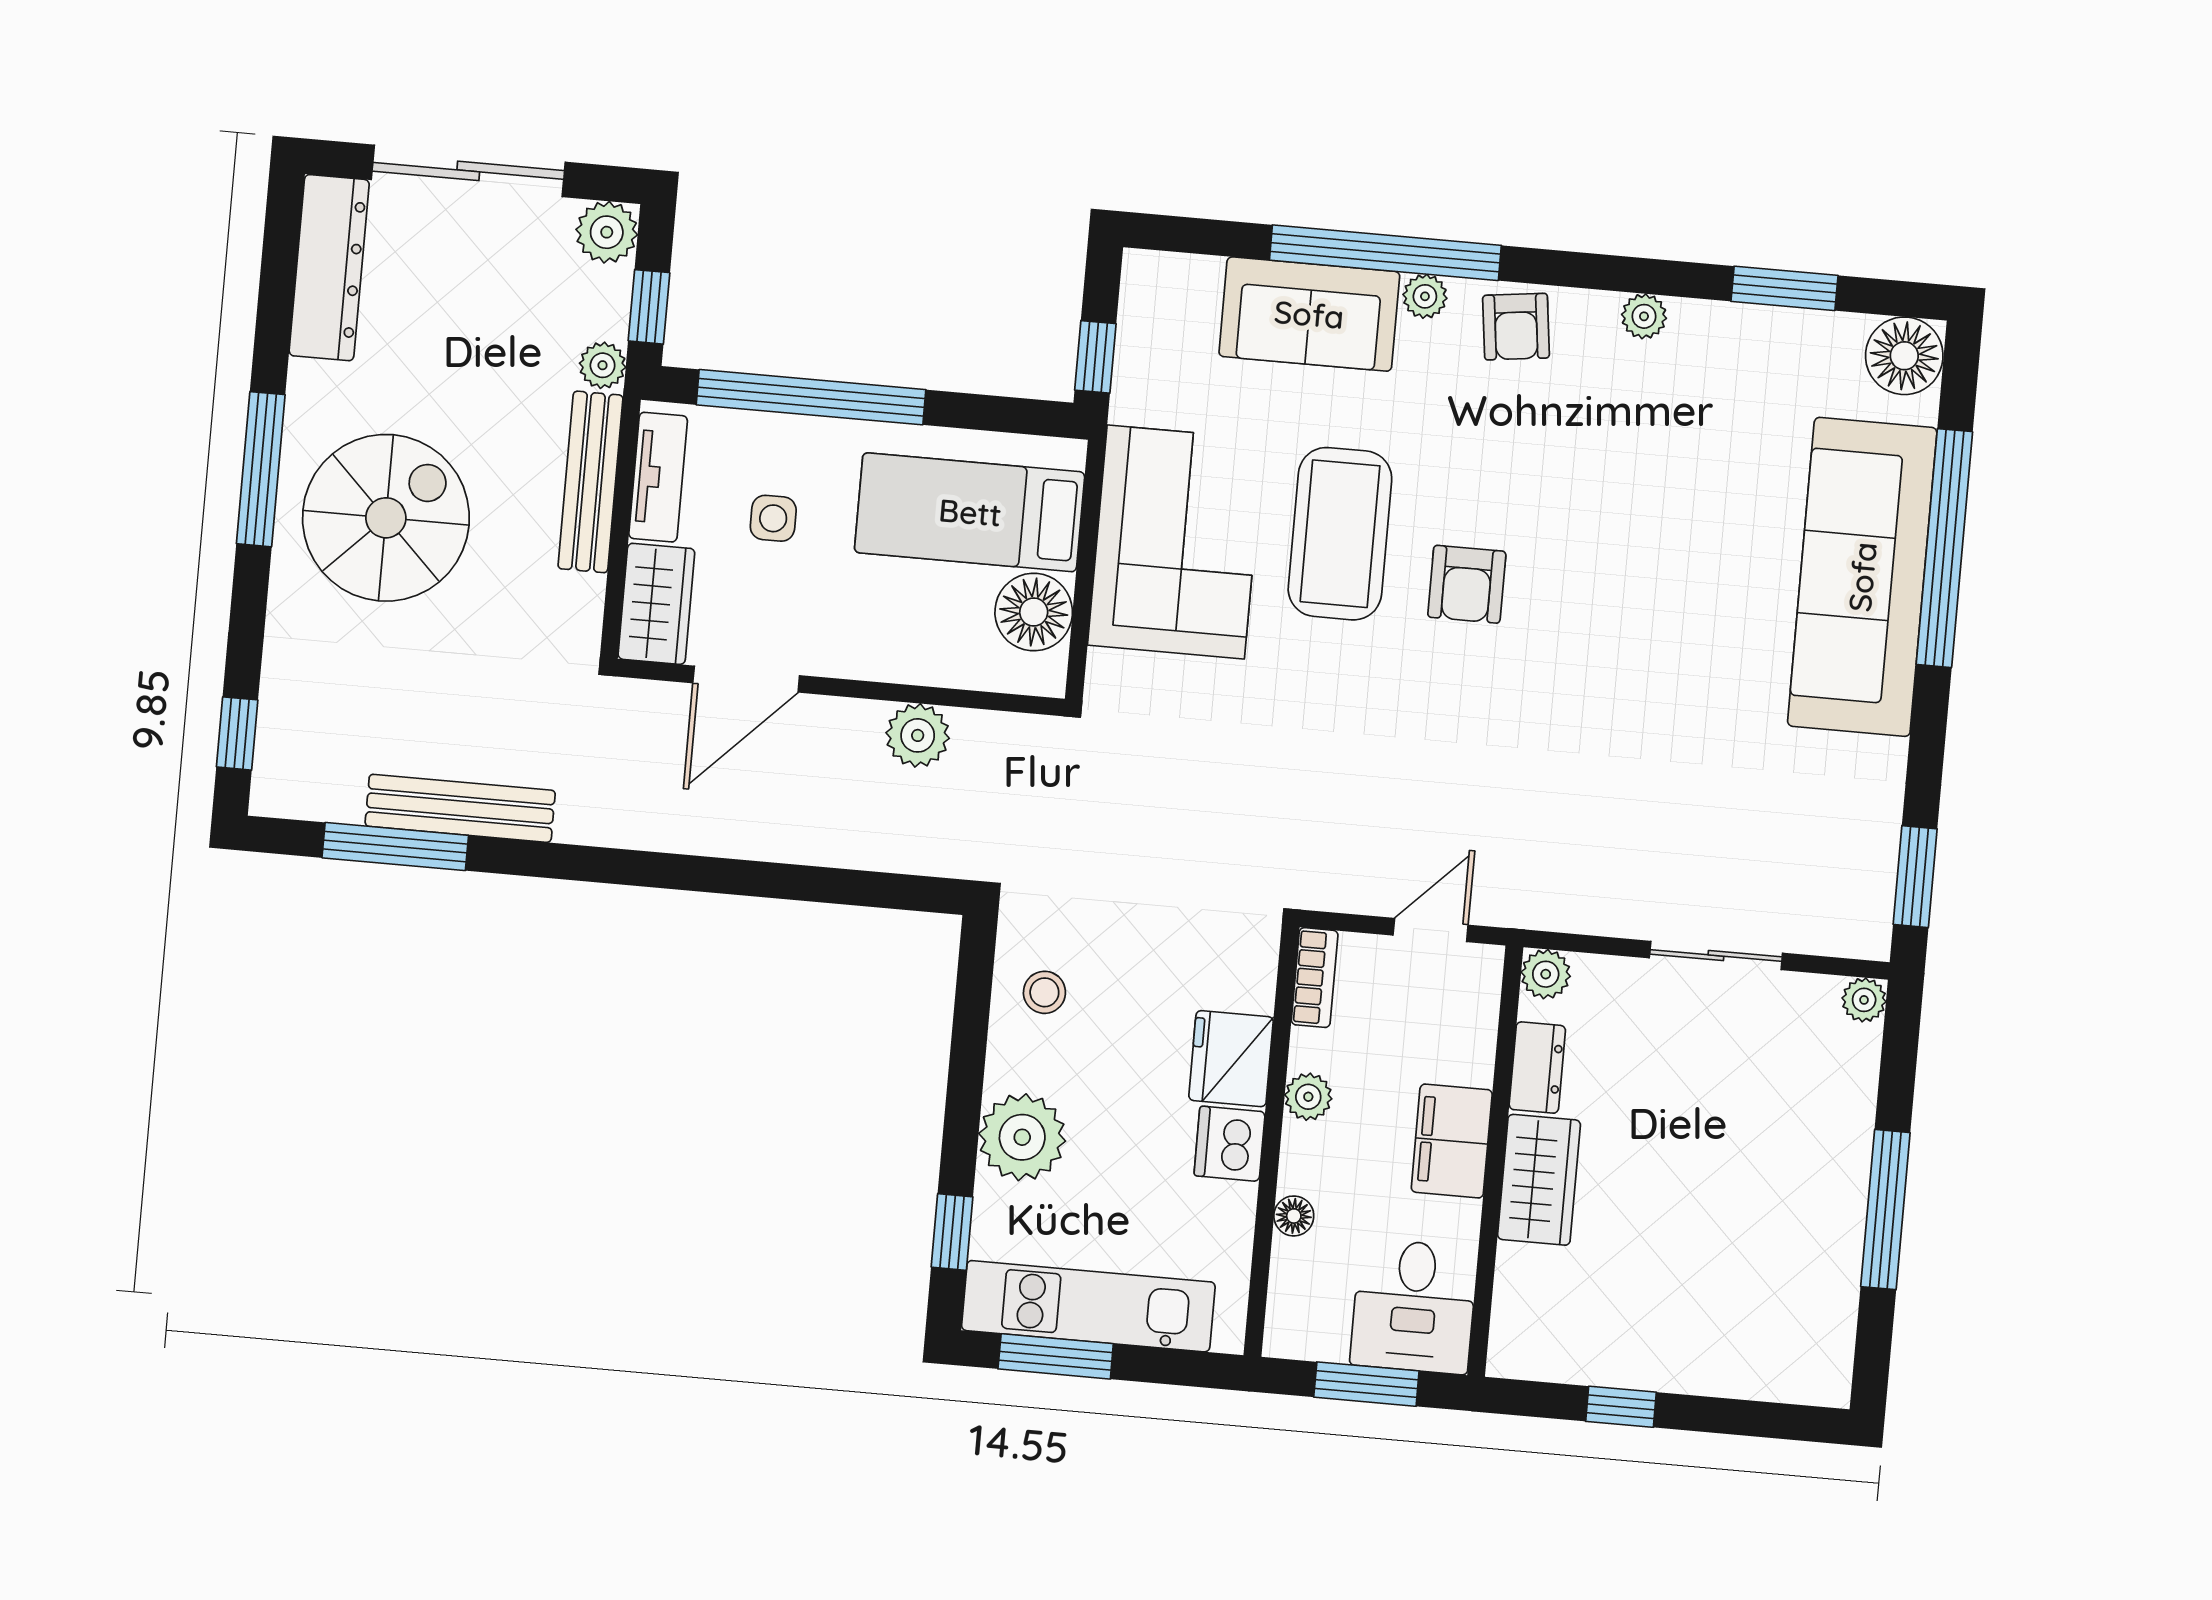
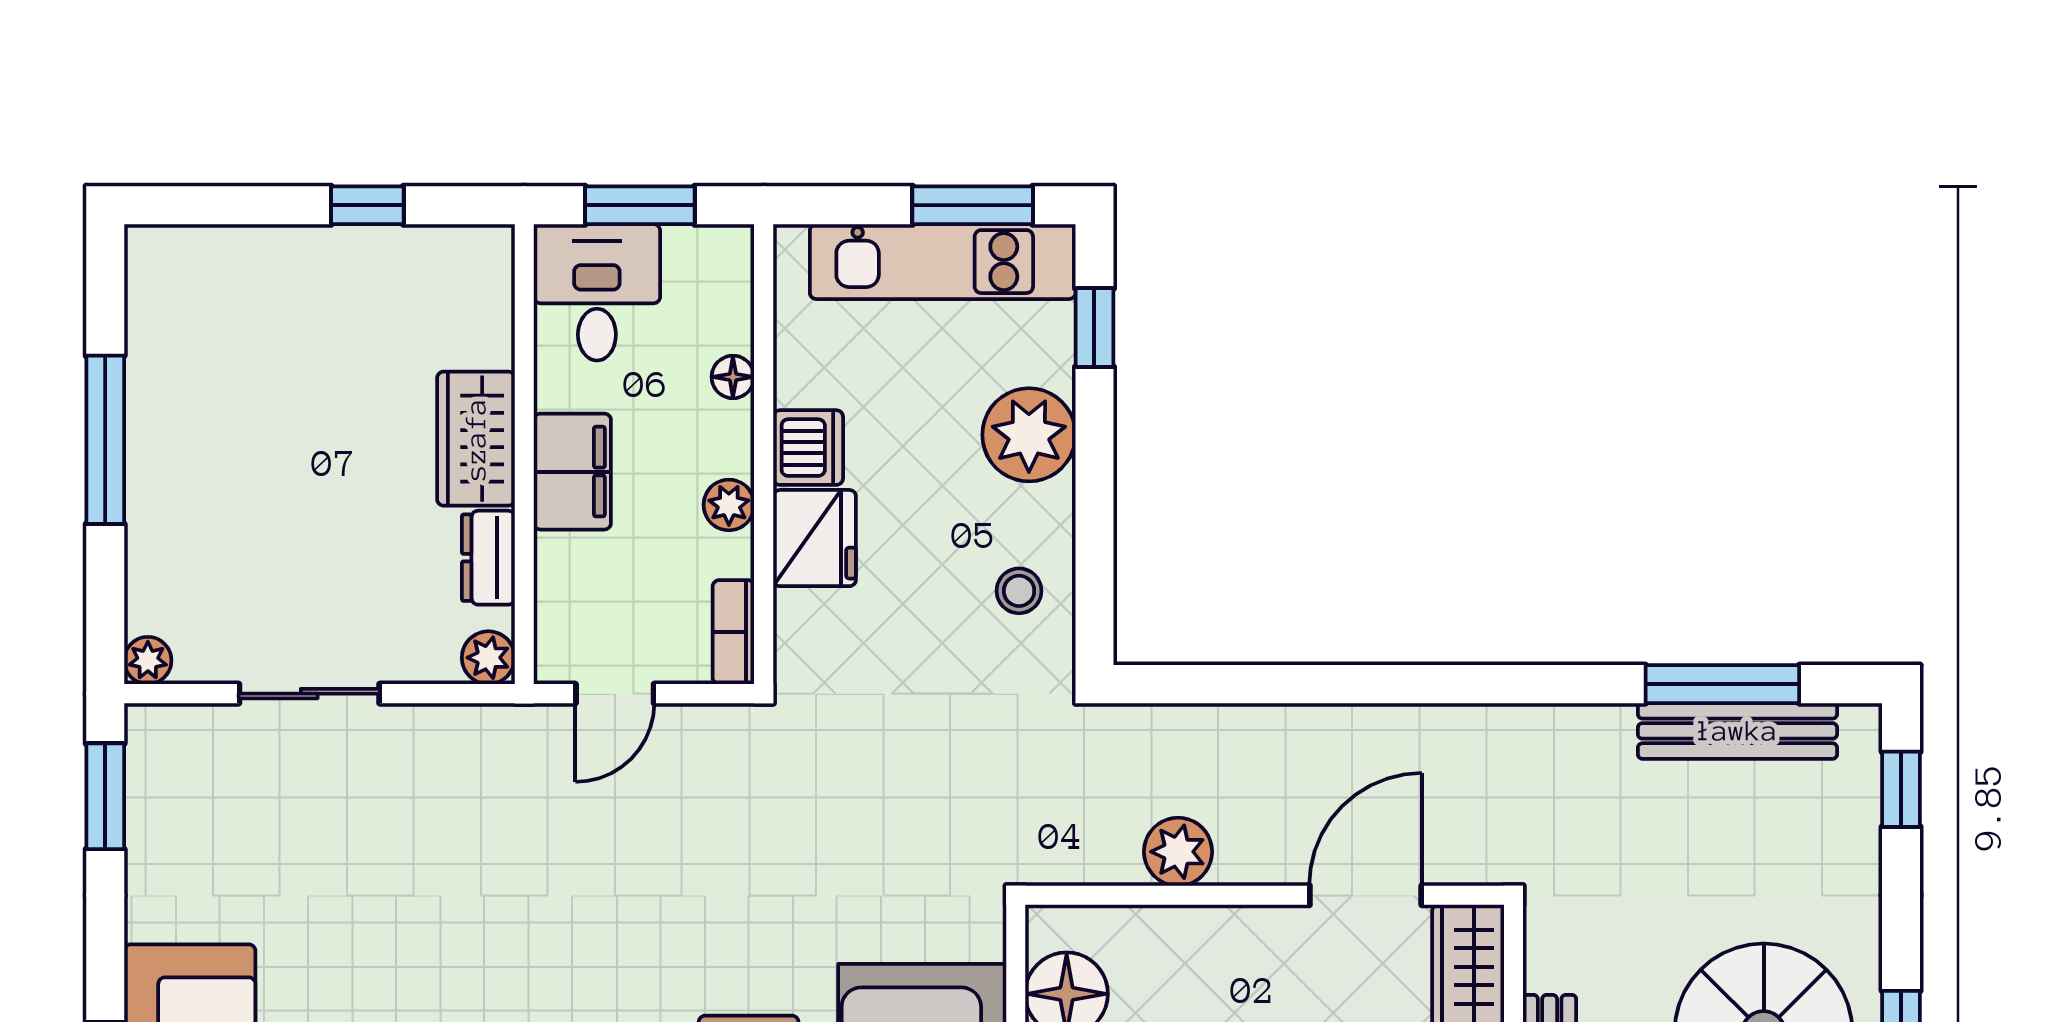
bench: (460, 808) -> (1737, 731), moved

